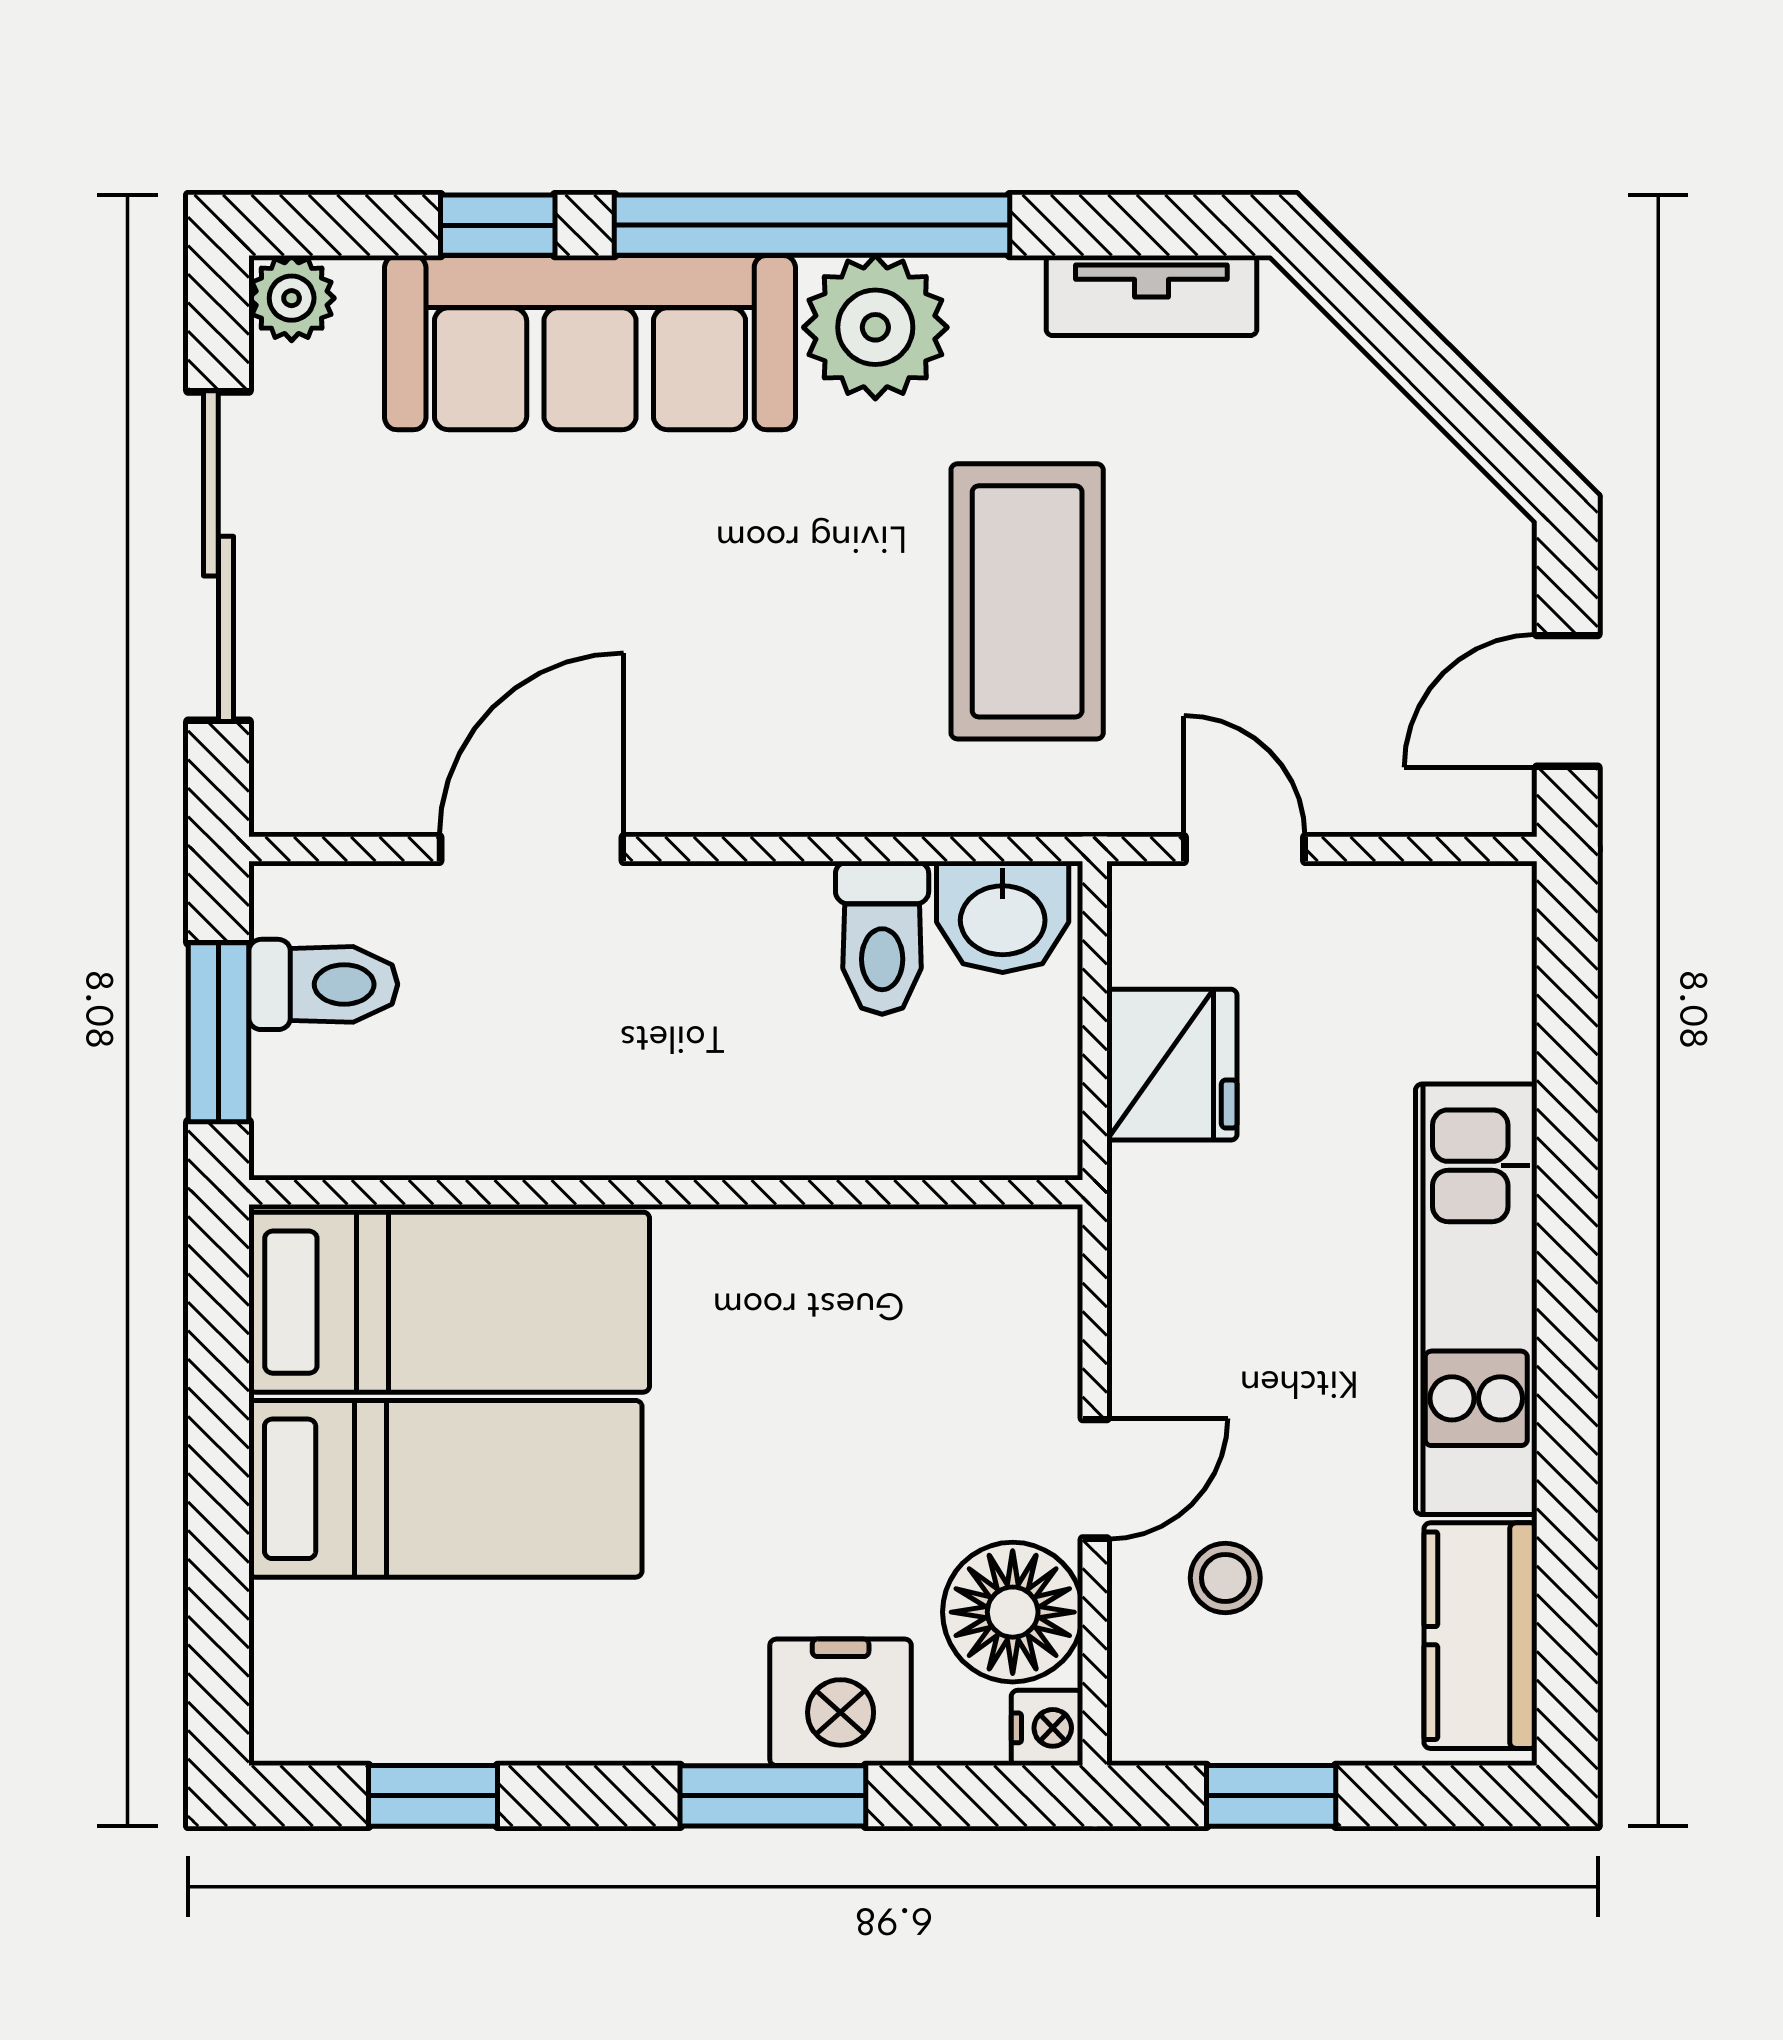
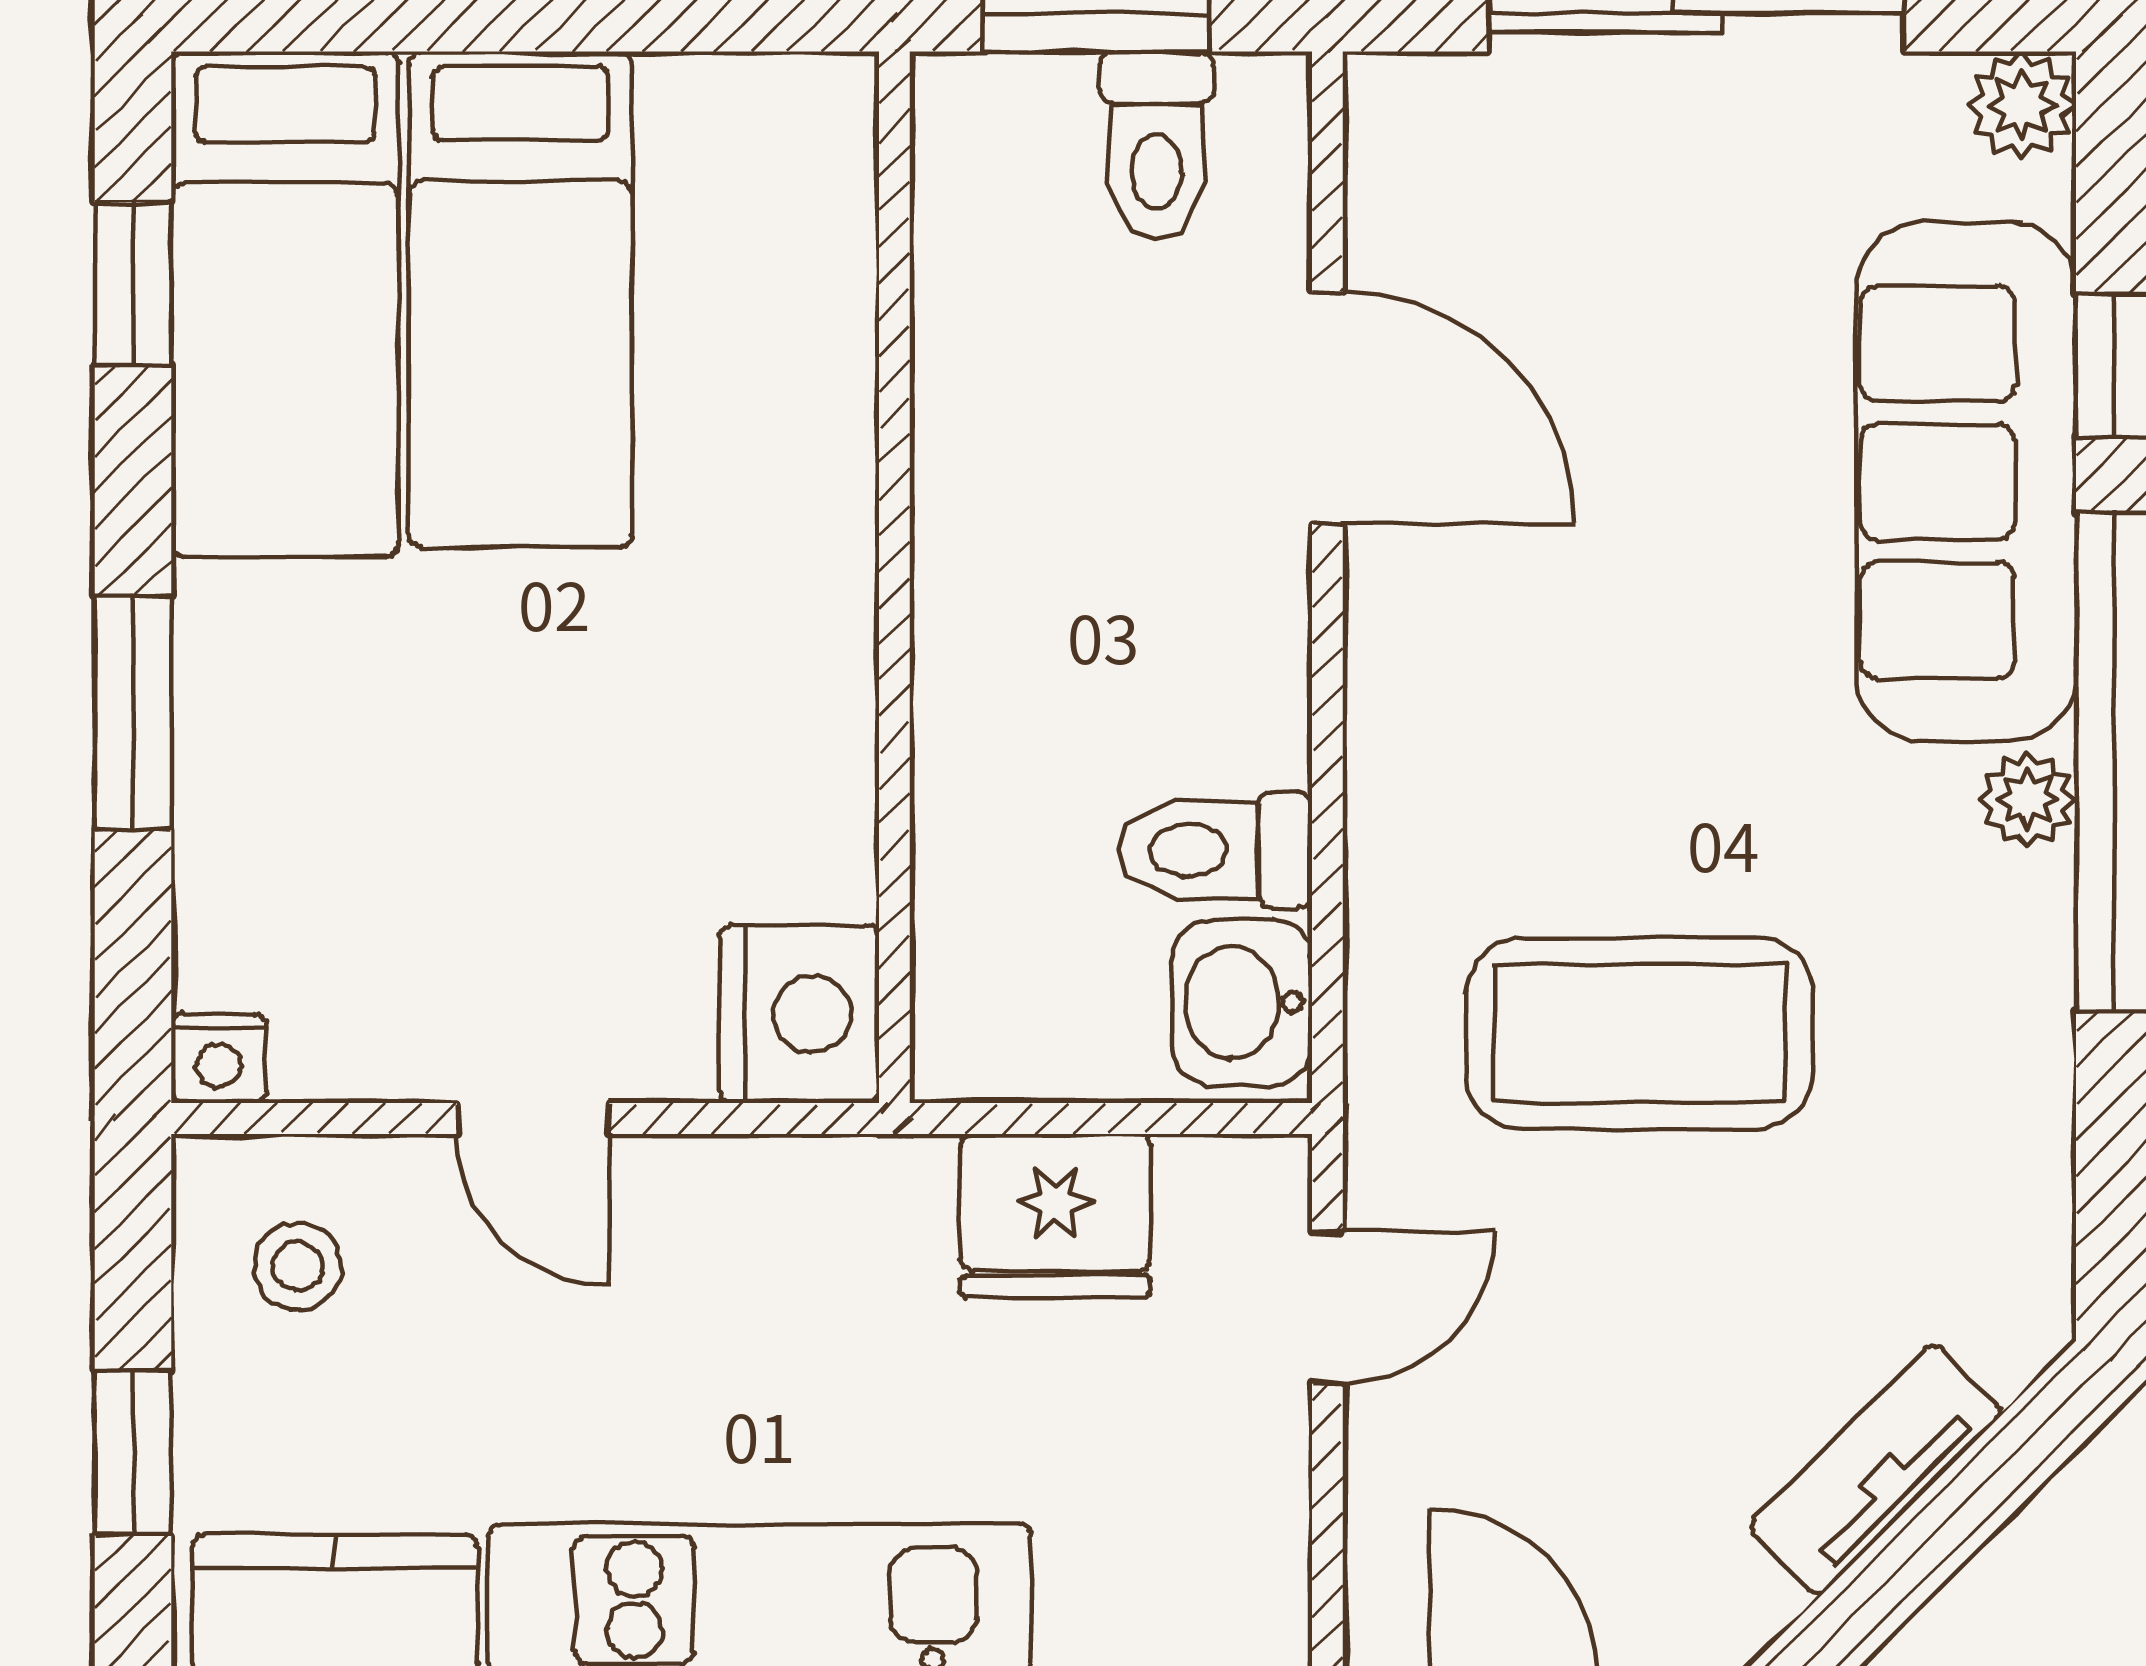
tv unit: (1151, 296) -> (1876, 1470), moved, turned 45
plant: (875, 327) -> (2028, 799), width x0.53, depth x0.53
bed: (449, 1302) -> (285, 304), moved
stool: (1225, 1578) -> (297, 1266), moved
floor lamp: (1013, 1612) -> (365, 1015), removed
nightstand: (841, 1702) -> (799, 1014), moved, turned 180
window: (1271, 1796) -> (133, 1453), moved

